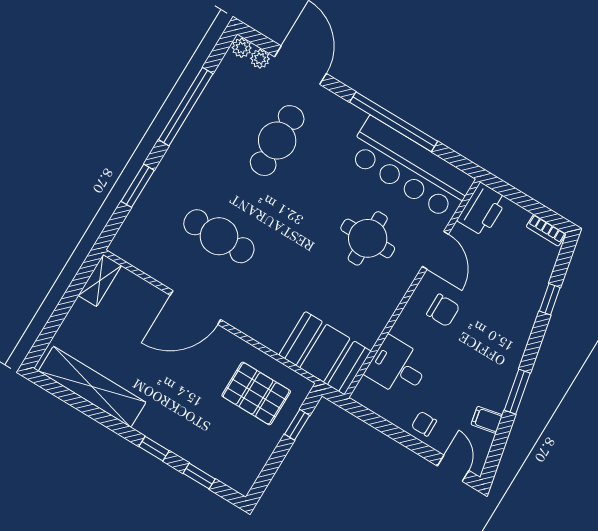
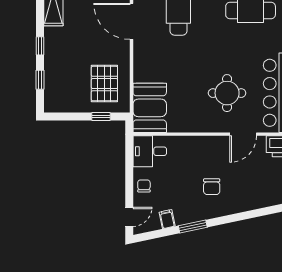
window: (550, 299) -> (254, 213), removed
chair: (443, 310) -> (212, 187), moved
desk: (397, 367) -> (150, 151), moved, turned -90

